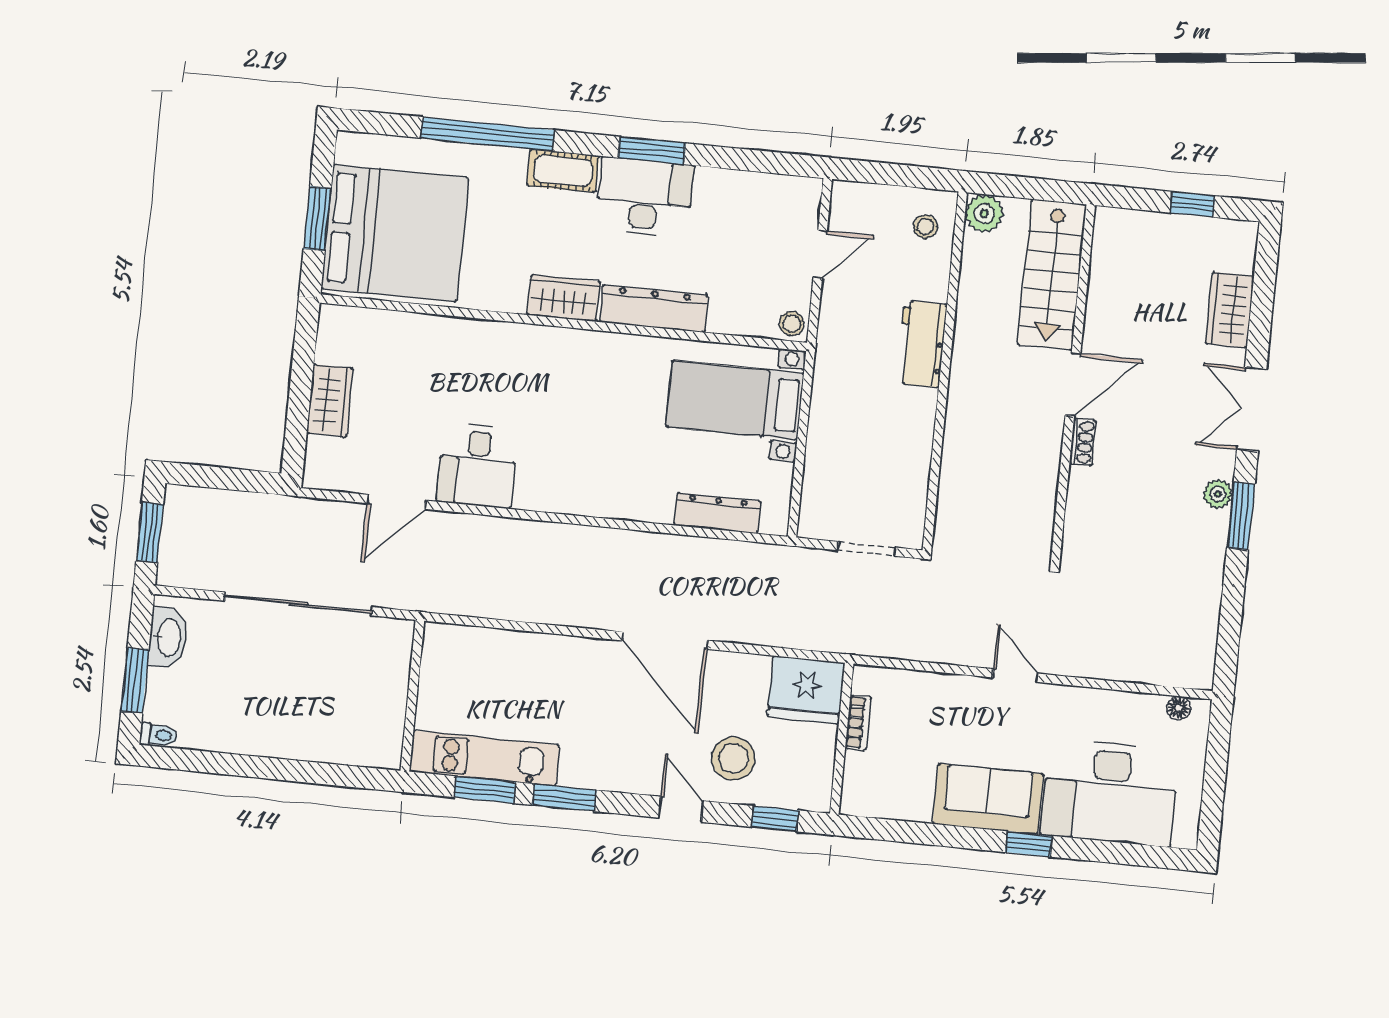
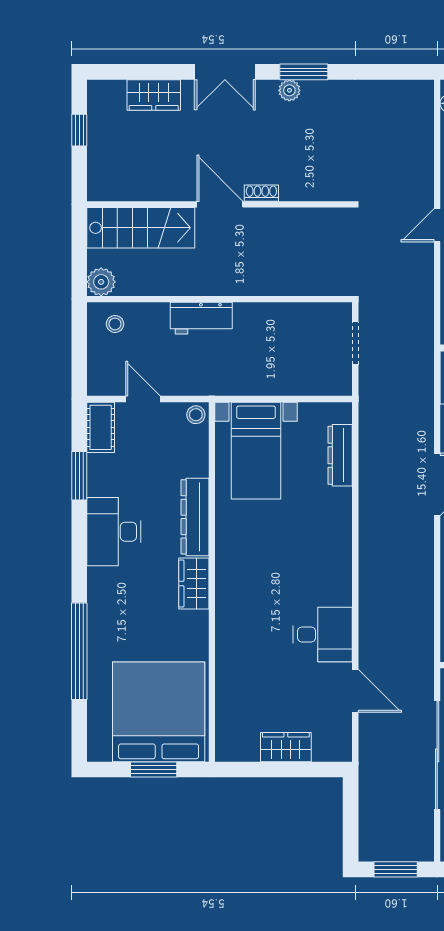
window: (652, 150) -> (79, 476), moved
cot: (563, 171) -> (101, 427), moved

